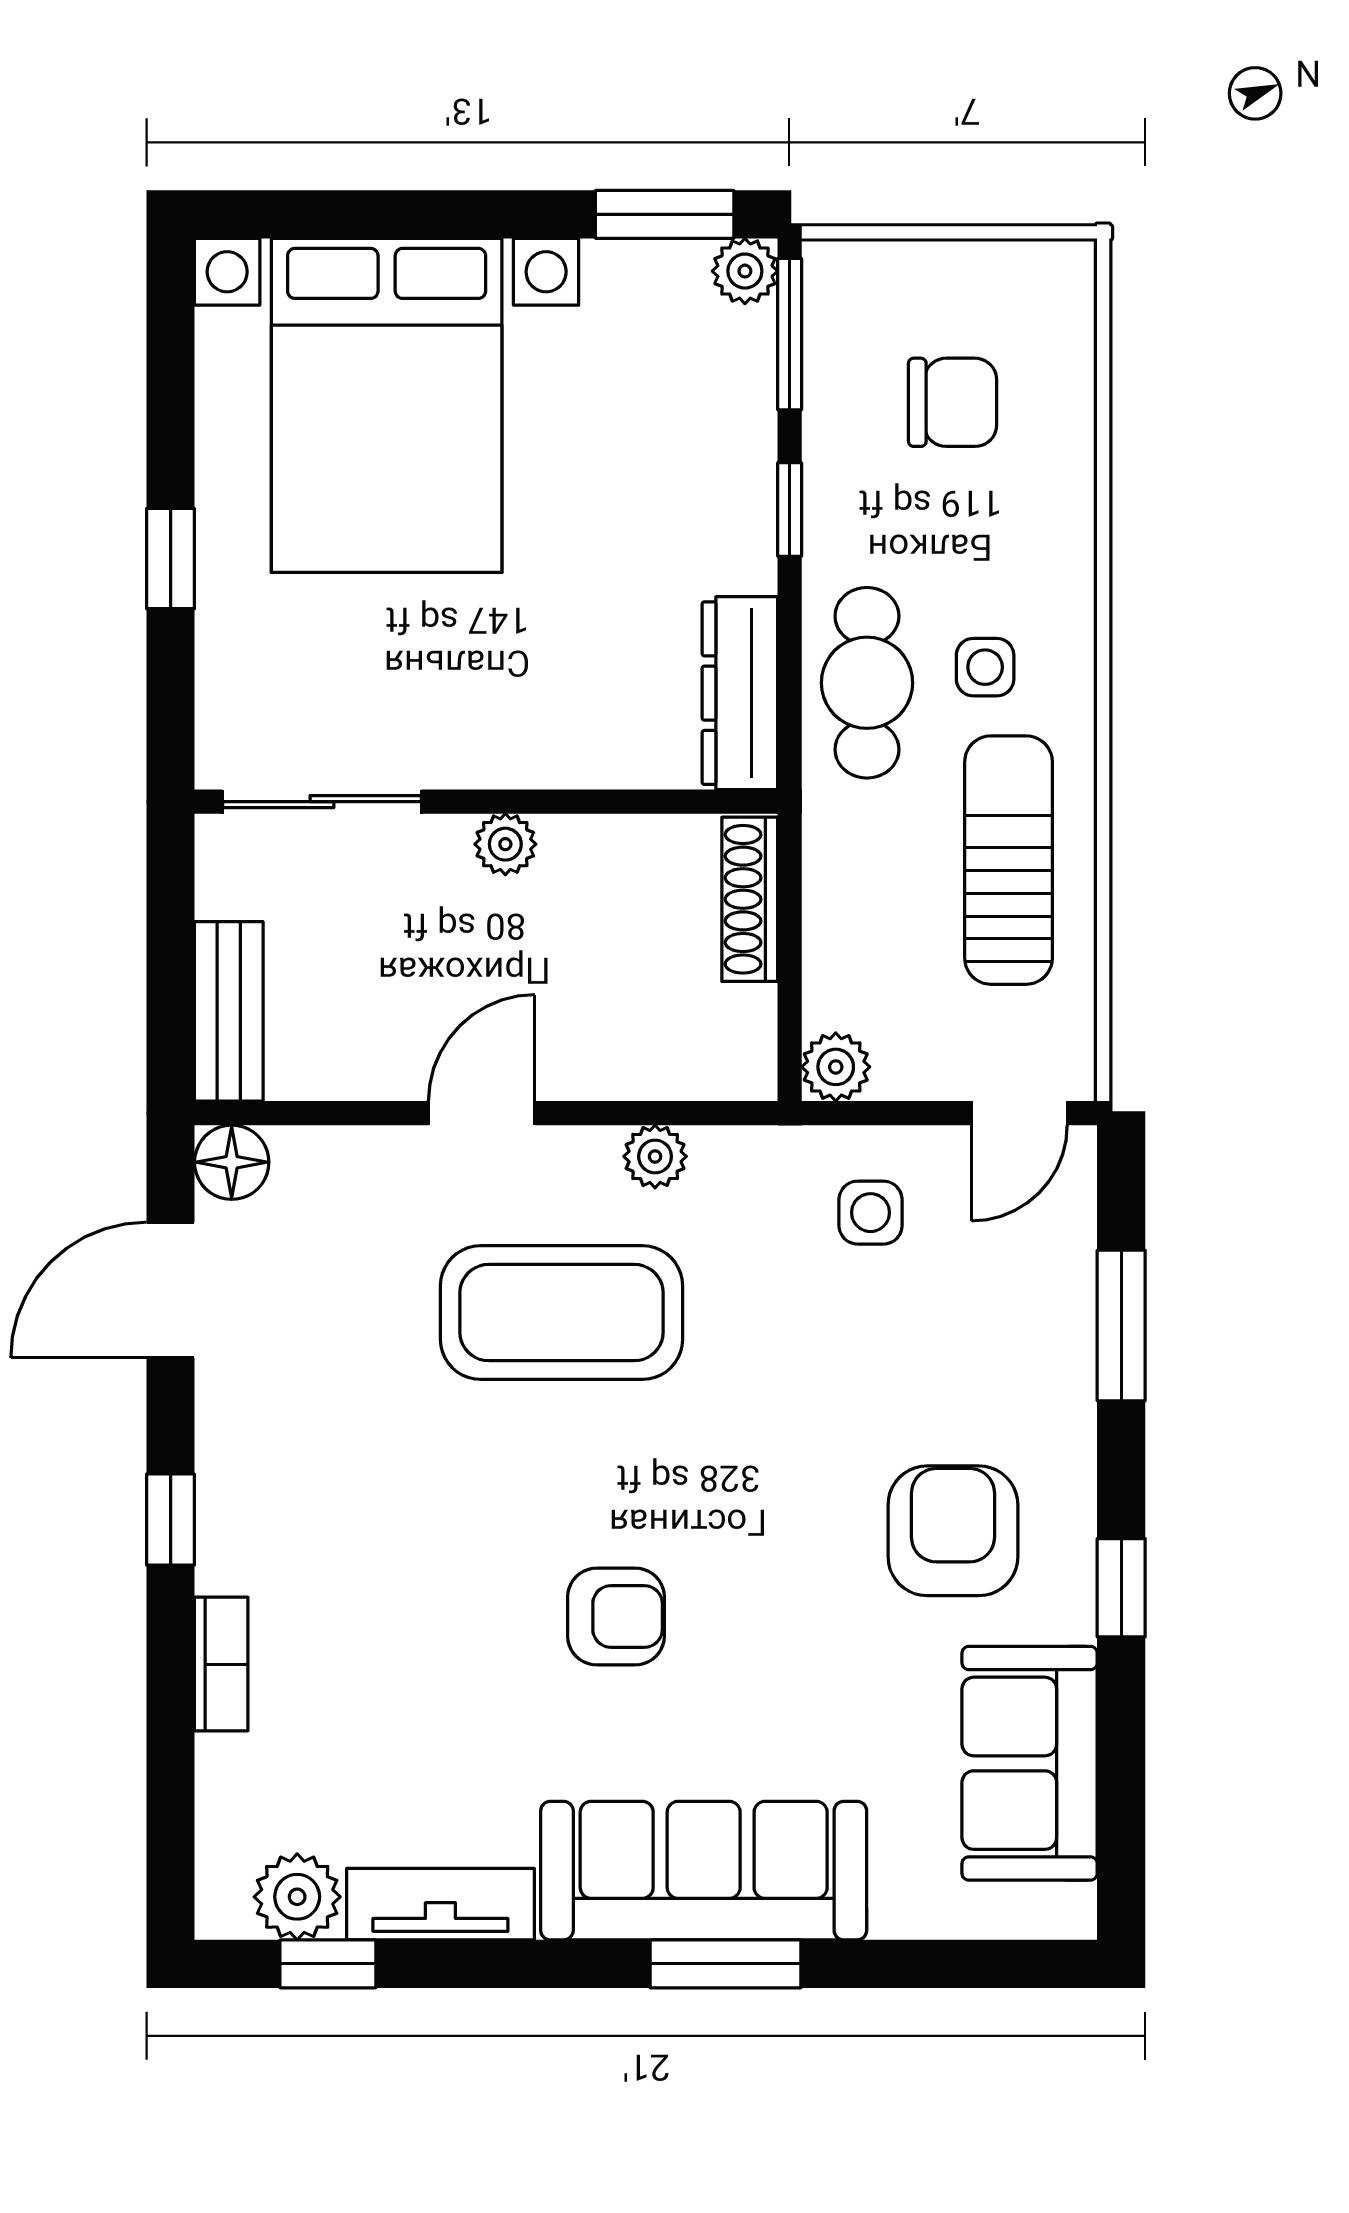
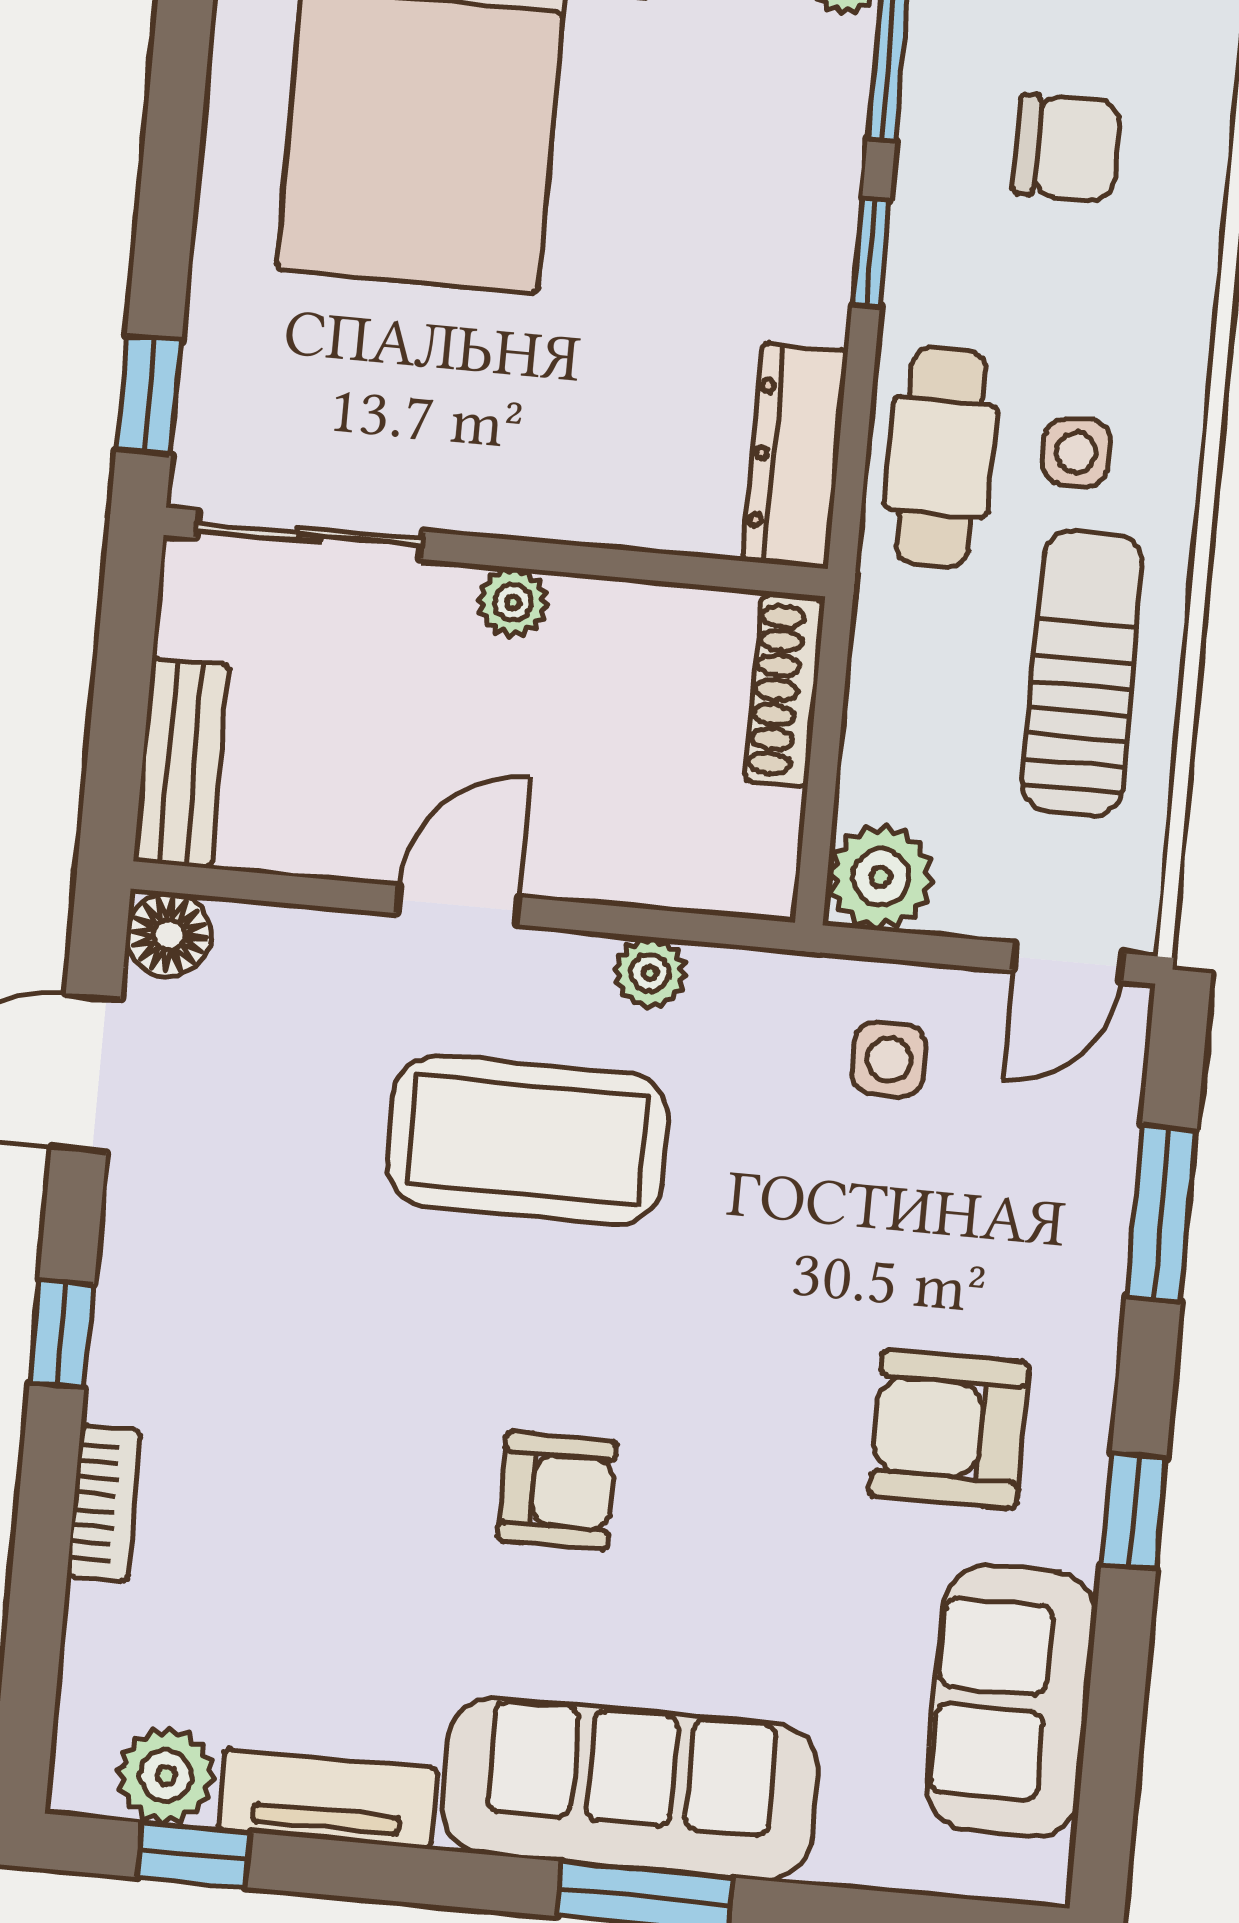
window: (171, 559) -> (149, 395), moved
plant: (836, 1067) -> (881, 877), width x1.38, depth x1.38
armchair: (953, 1531) -> (949, 1429), turned -90

